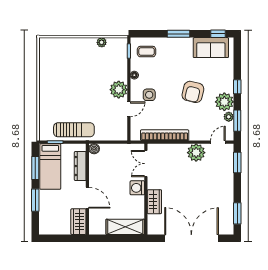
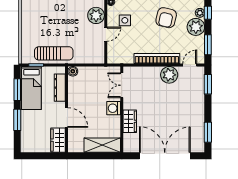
plant: (229, 117) -> (200, 13), moved
bookcase: (165, 135) -> (157, 58), moved

